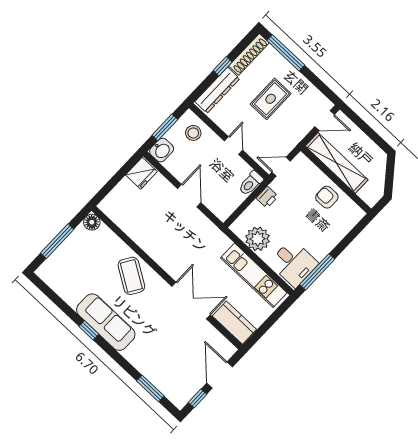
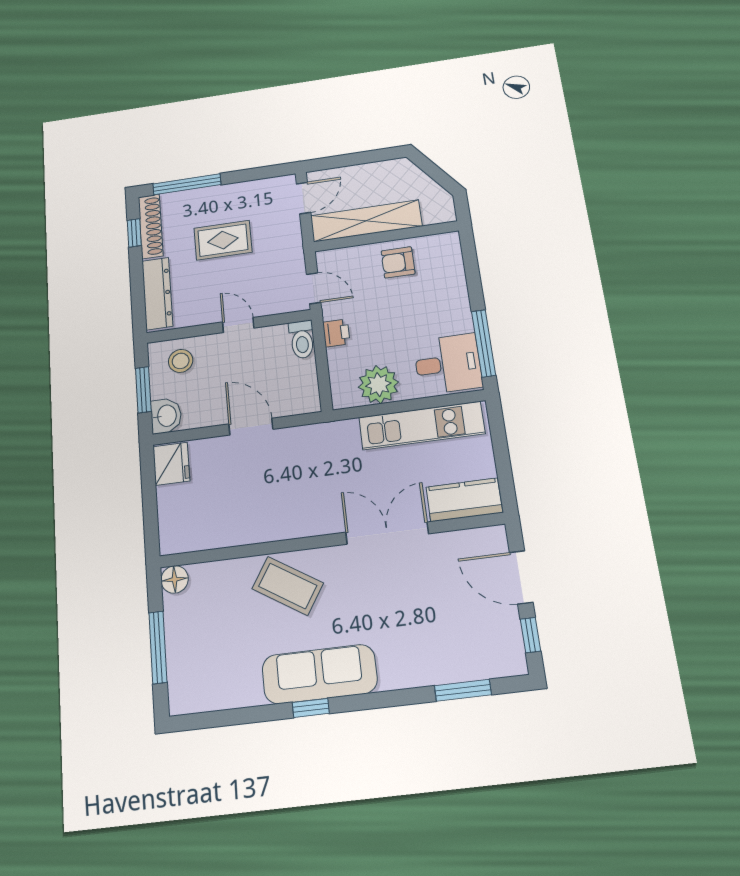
window: (223, 66) -> (134, 233), moved
rug: (271, 99) -> (223, 240), turned 90
door: (281, 167) -> (314, 288), swing flipped

